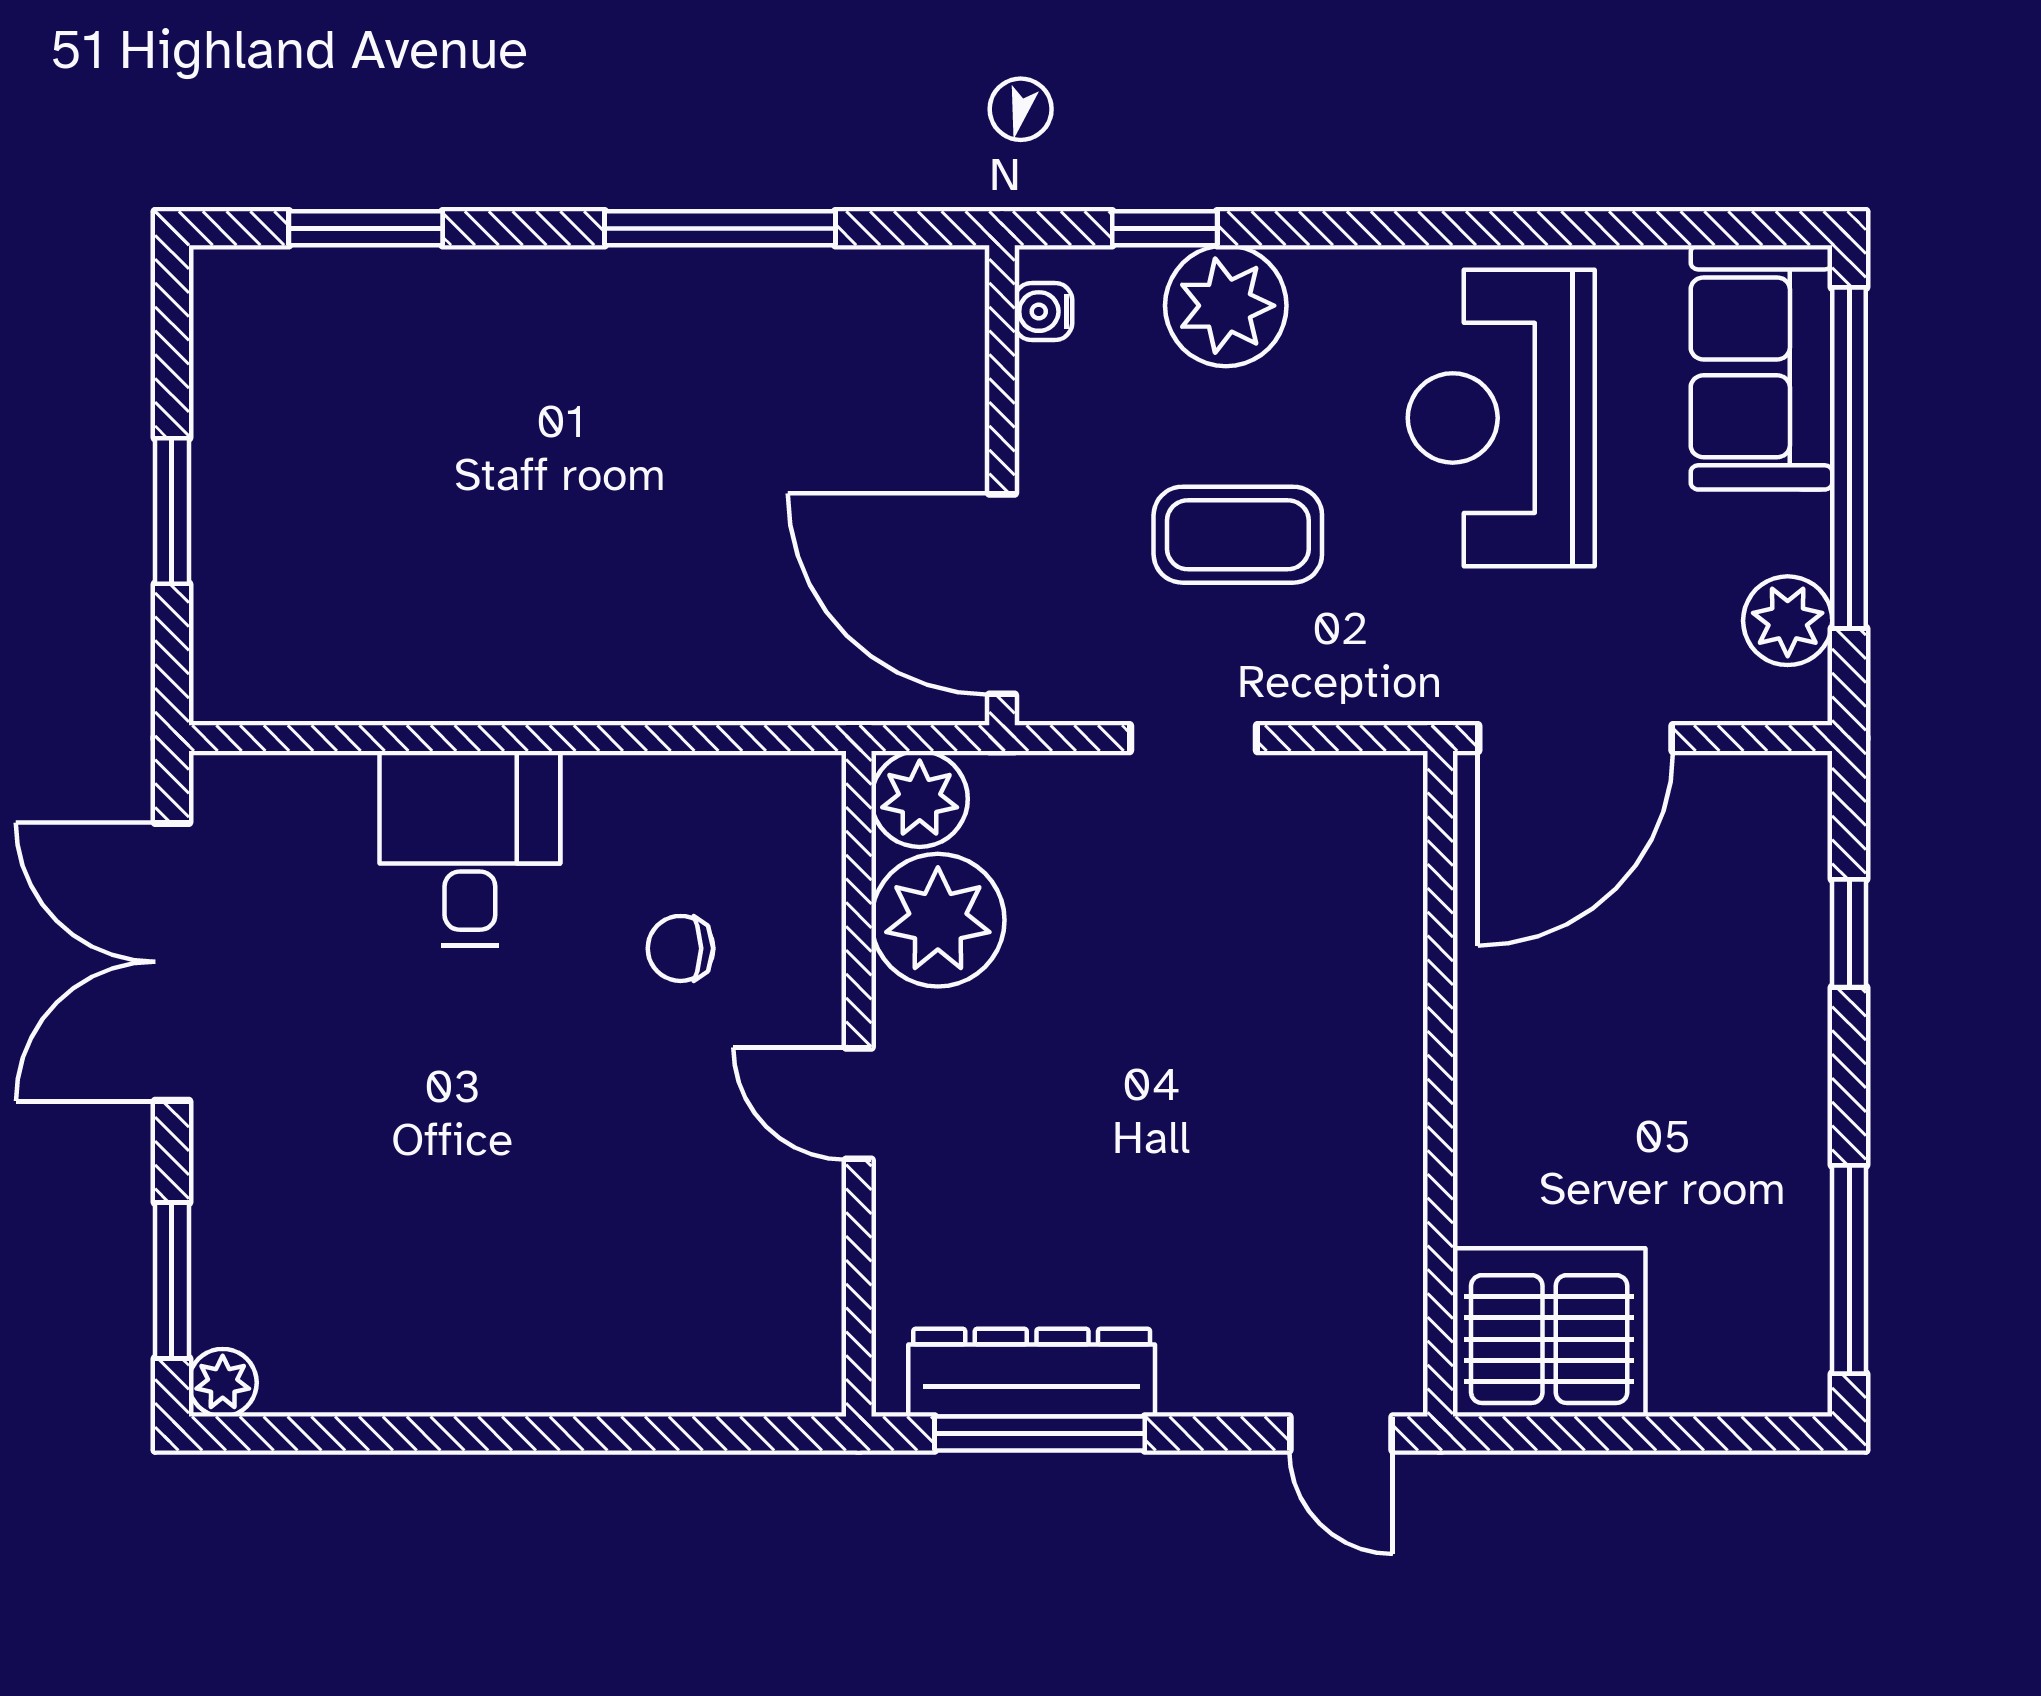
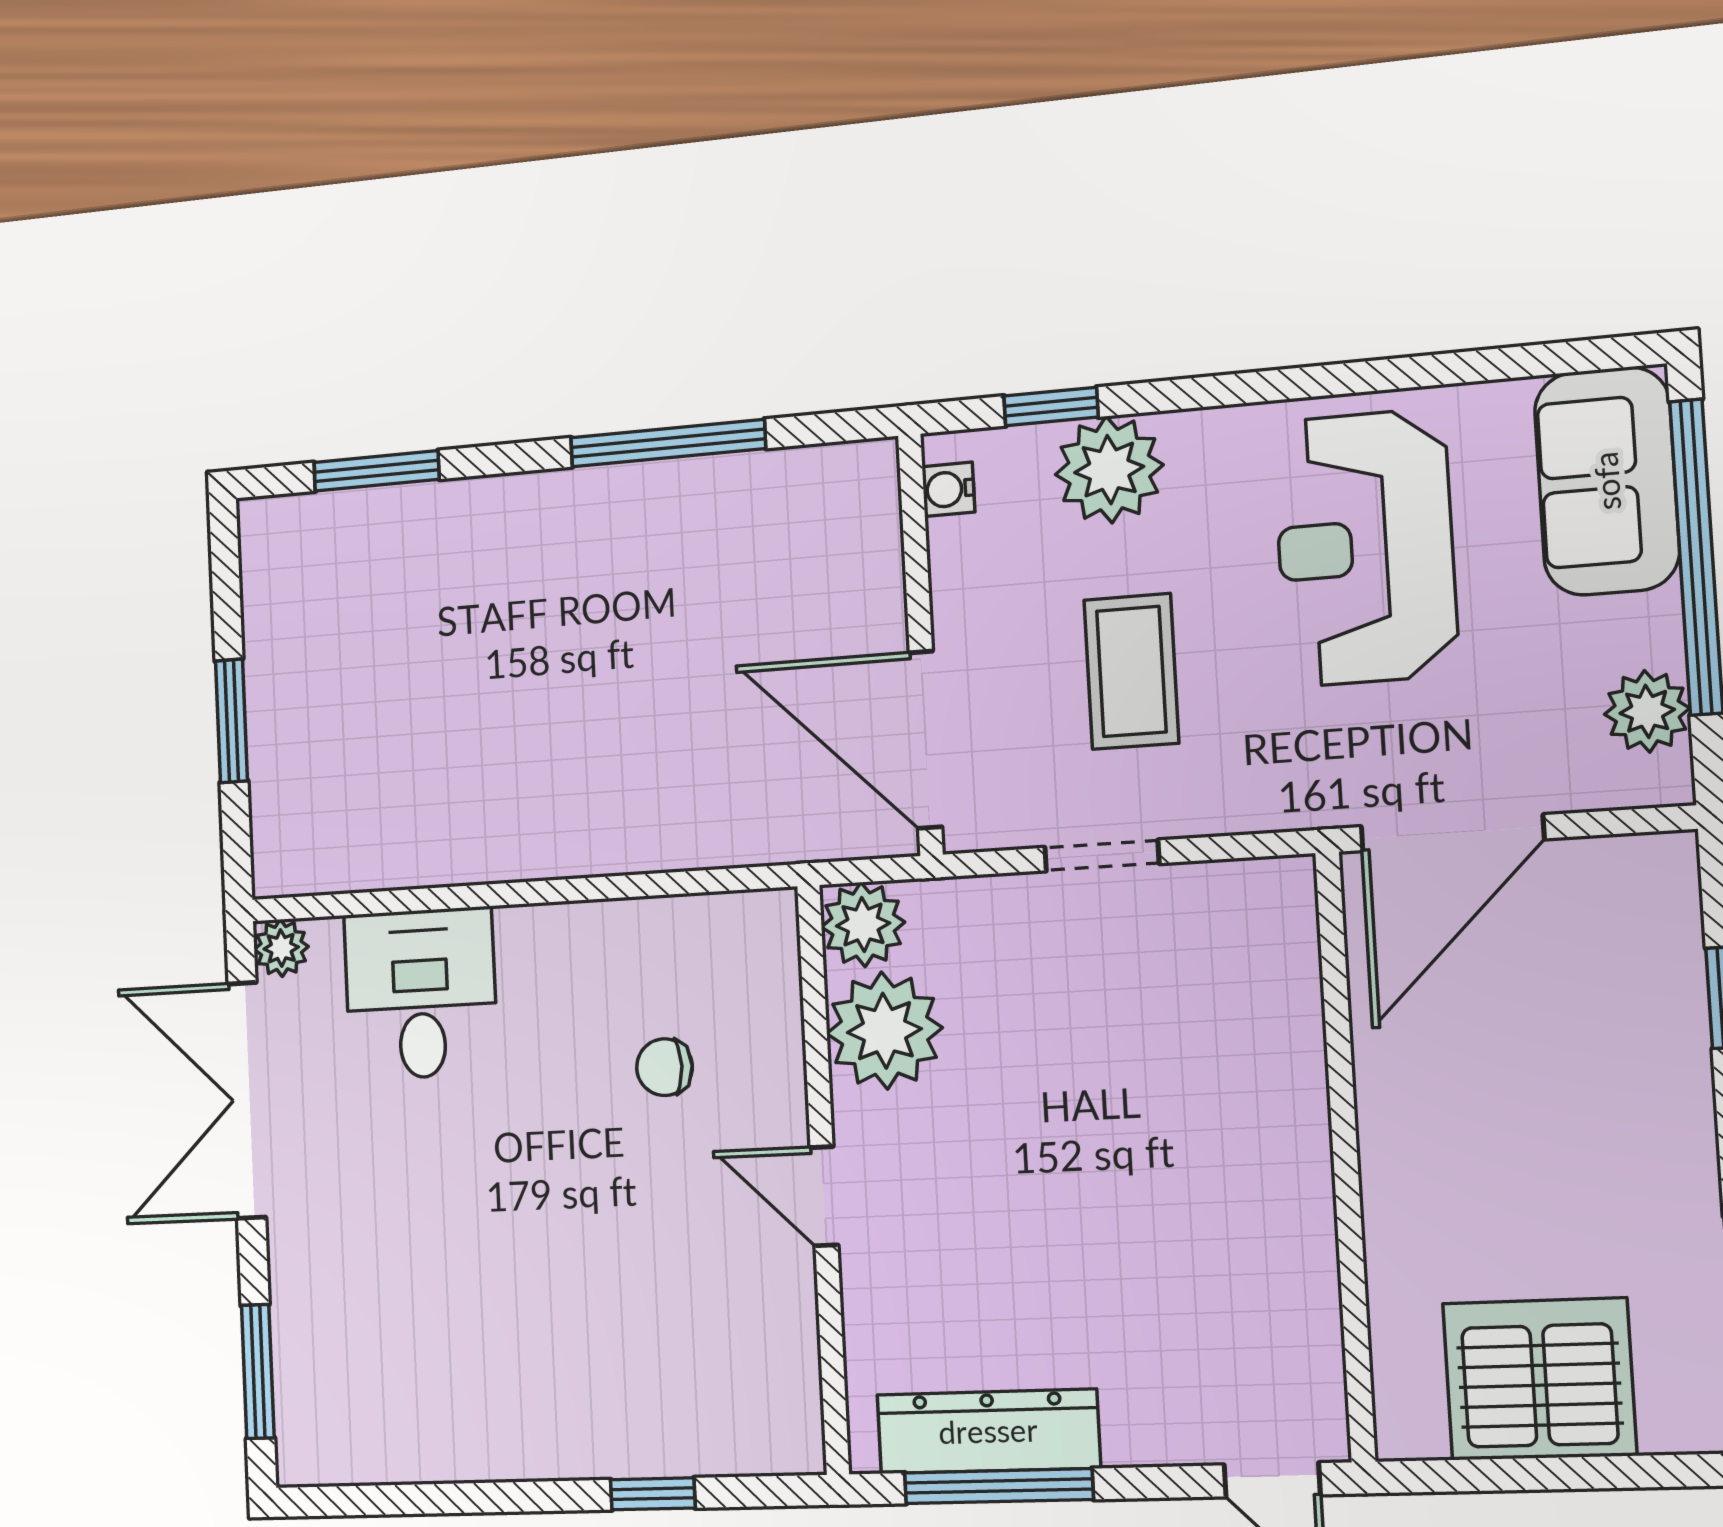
coffee table: (1238, 535) -> (1131, 671), turned 90
desk: (470, 848) -> (421, 994), moved
server rack: (1549, 1332) -> (1539, 1379), moved
plant: (223, 1383) -> (281, 948), moved
window: (643, 1433) -> (653, 1494), added

